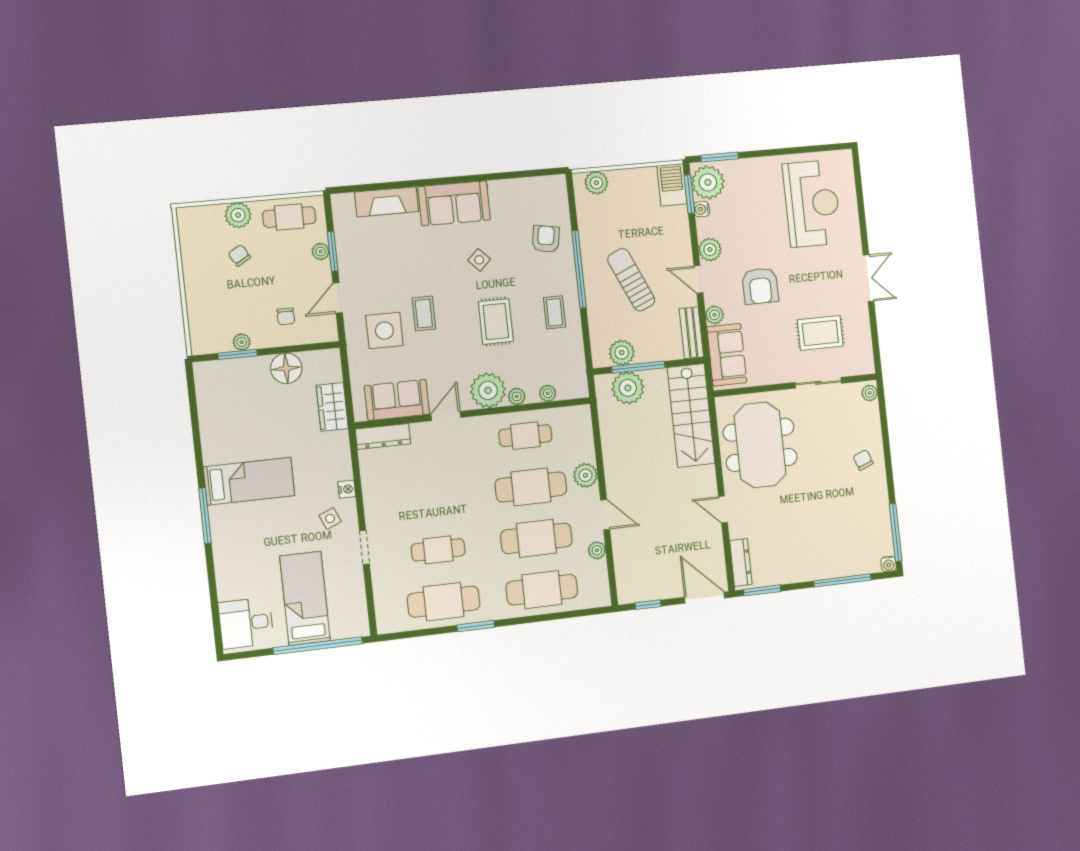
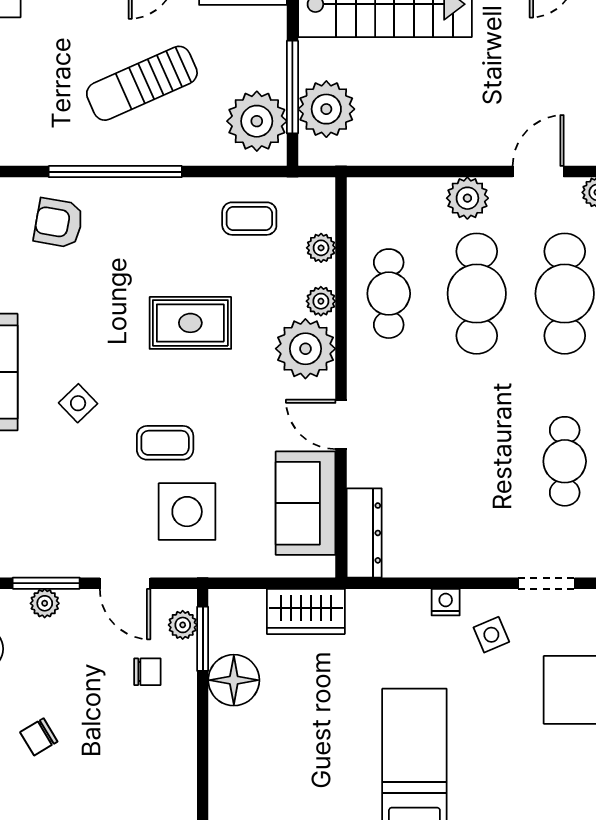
side table: (479, 260) -> (78, 403), moved
coffee table: (554, 312) -> (249, 219), moved
plant: (242, 342) -> (183, 625), moved
plant: (622, 353) -> (257, 121), width x1.36, depth x1.36
window: (238, 354) -> (203, 639), moved

